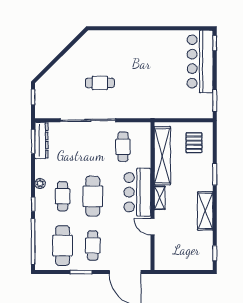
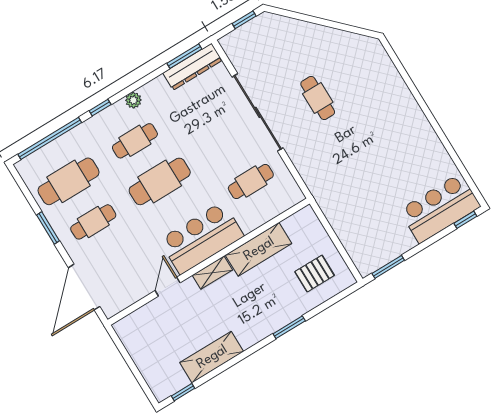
bar counter: (200, 61) -> (440, 208), width x0.73
shelving: (162, 156) -> (259, 249), width x0.68
shelving: (205, 211) -> (212, 357), moved

